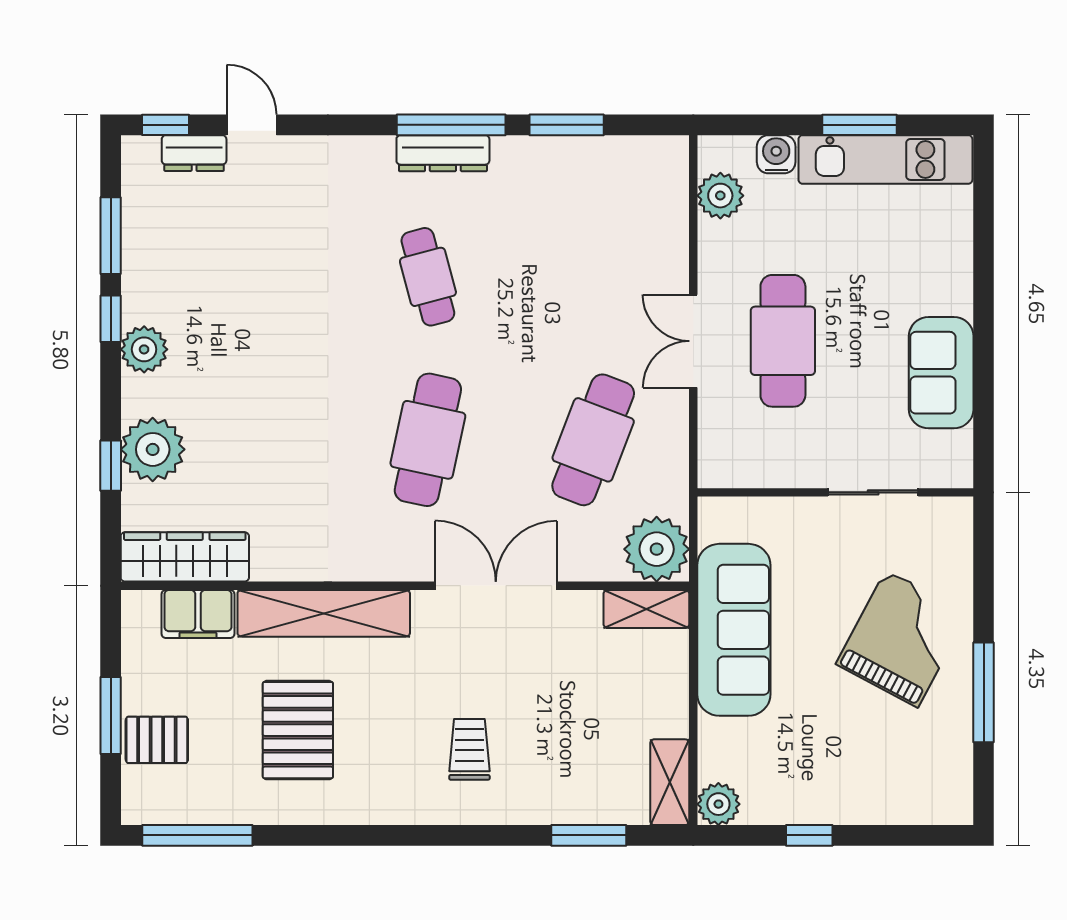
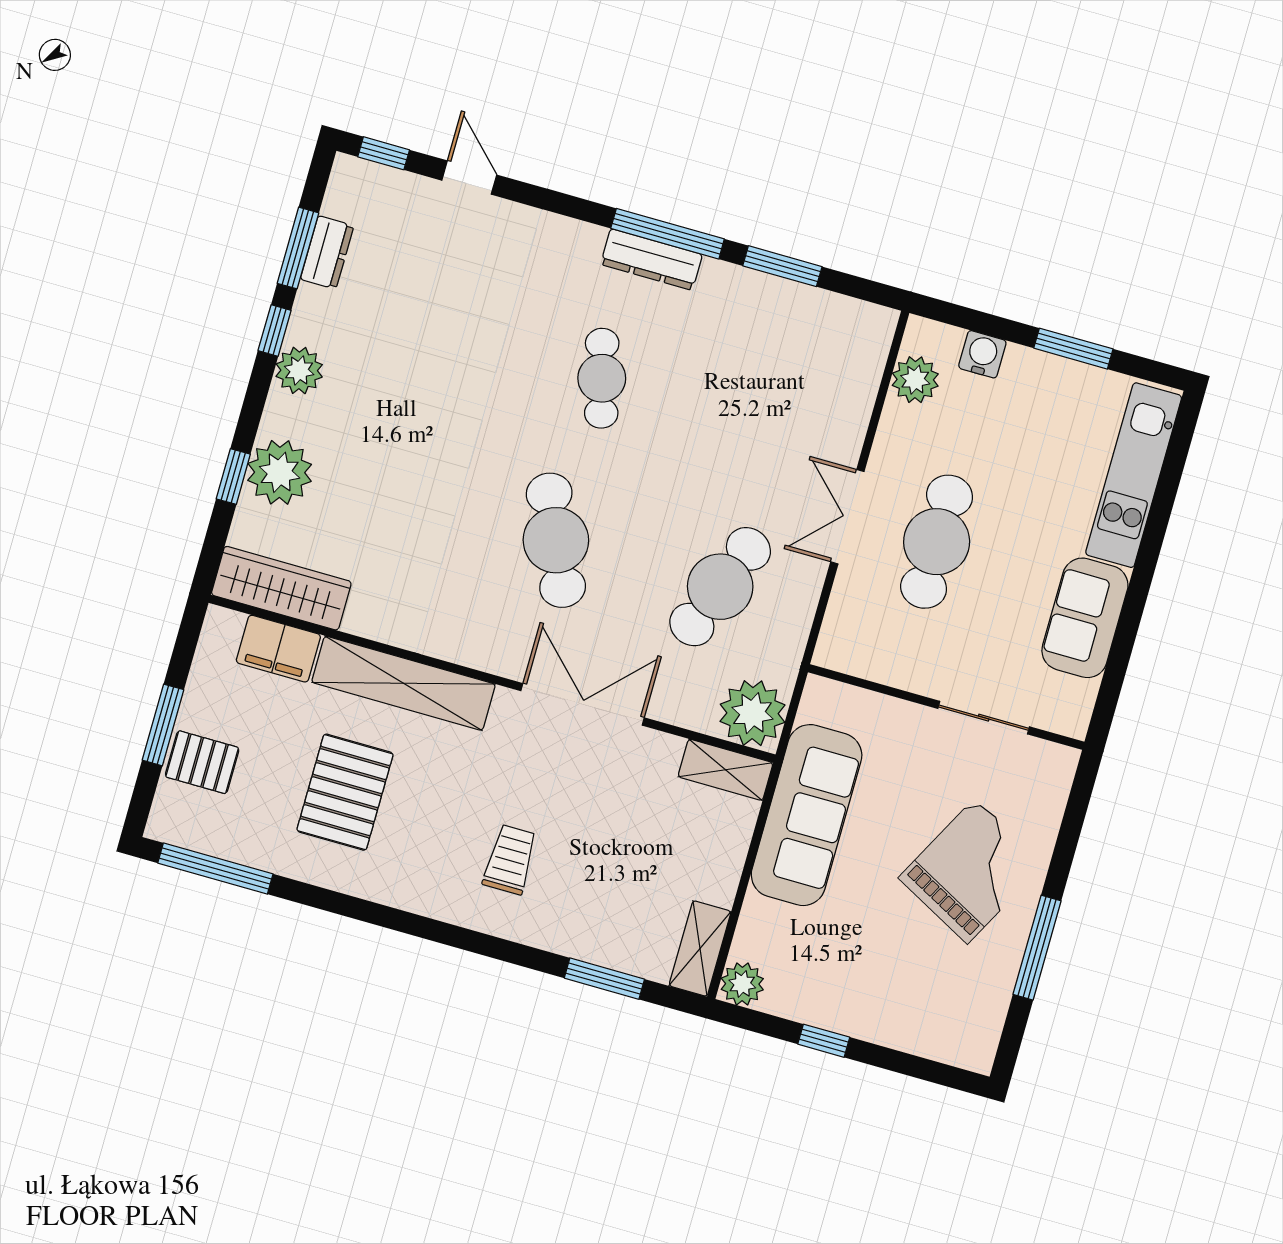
dresser: (194, 153) -> (327, 252), moved, turned -90
kitchen unit: (885, 159) -> (1134, 475), moved, turned 90
cafe table: (428, 440) -> (556, 540), turned -36

